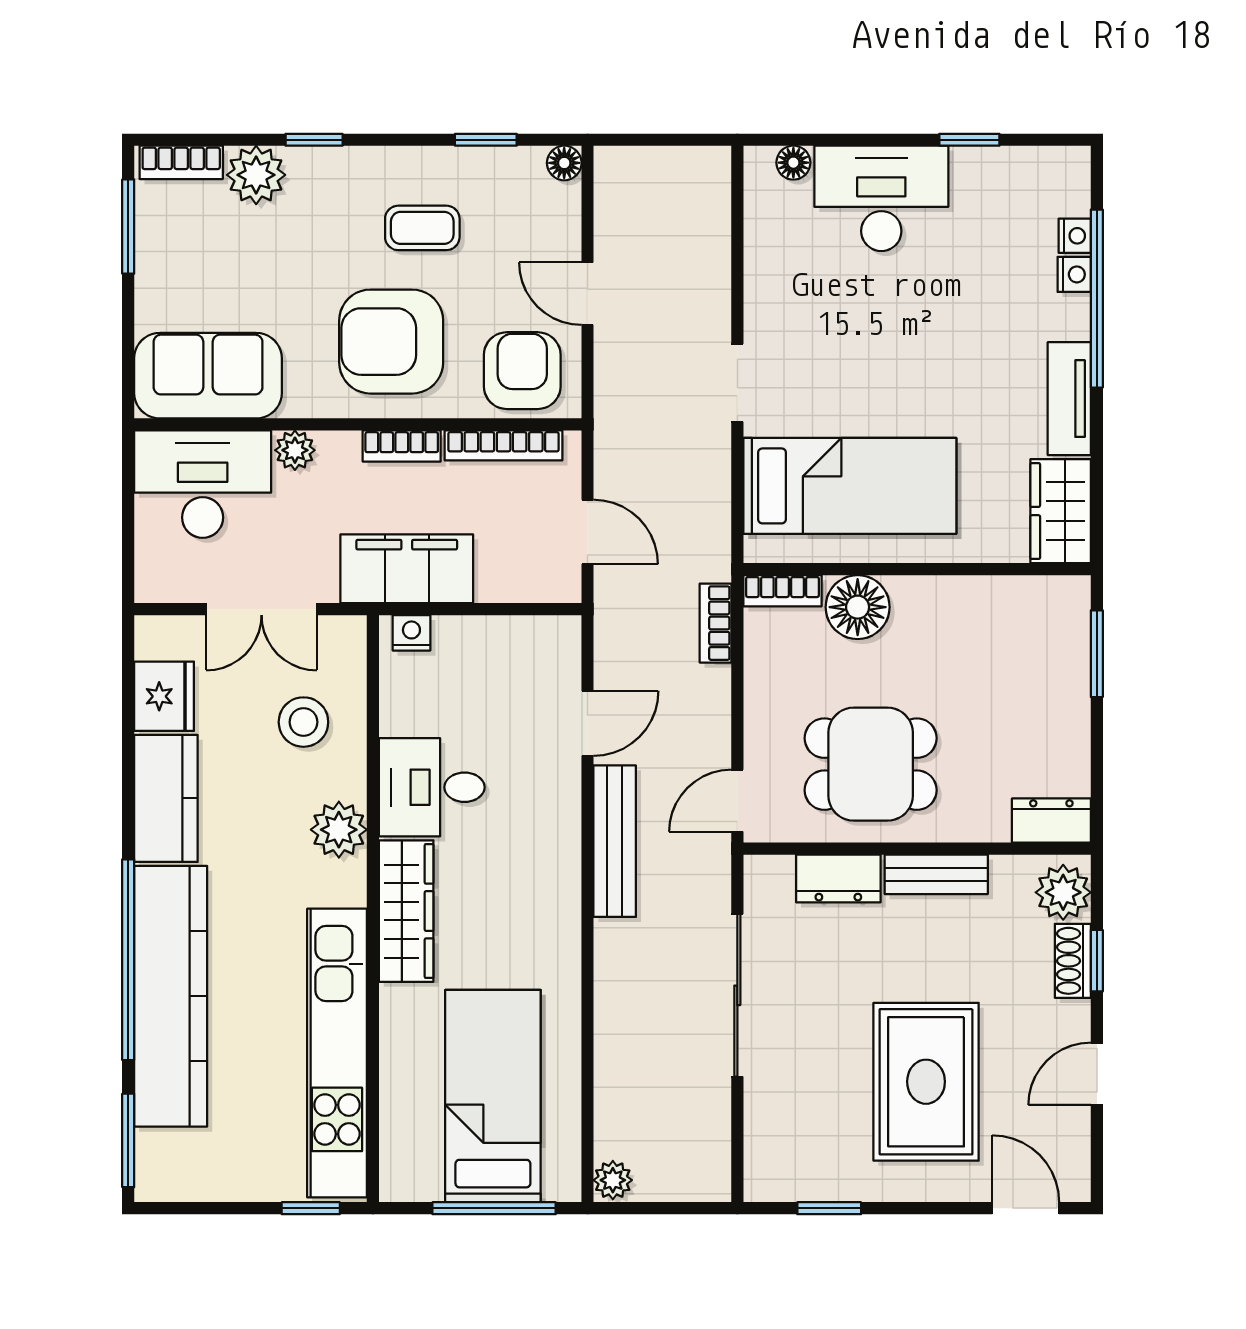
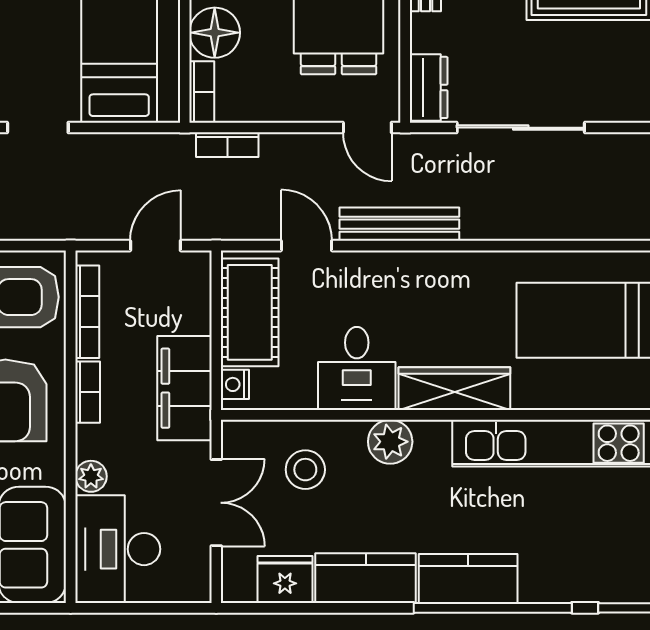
cot: (503, 652) -> (250, 312), added
dresser: (838, 879) -> (429, 87), moved
kitchen counter: (171, 996) -> (468, 578), width x0.48, depth x0.86

